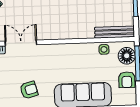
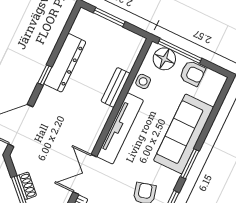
bench: (115, 32) -> (116, 87), moved, width x0.73
tv unit: (64, 50) -> (120, 128), added

